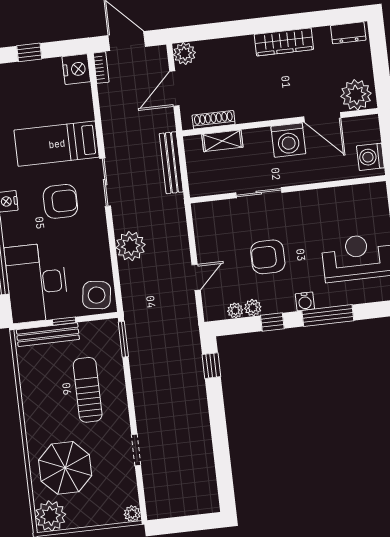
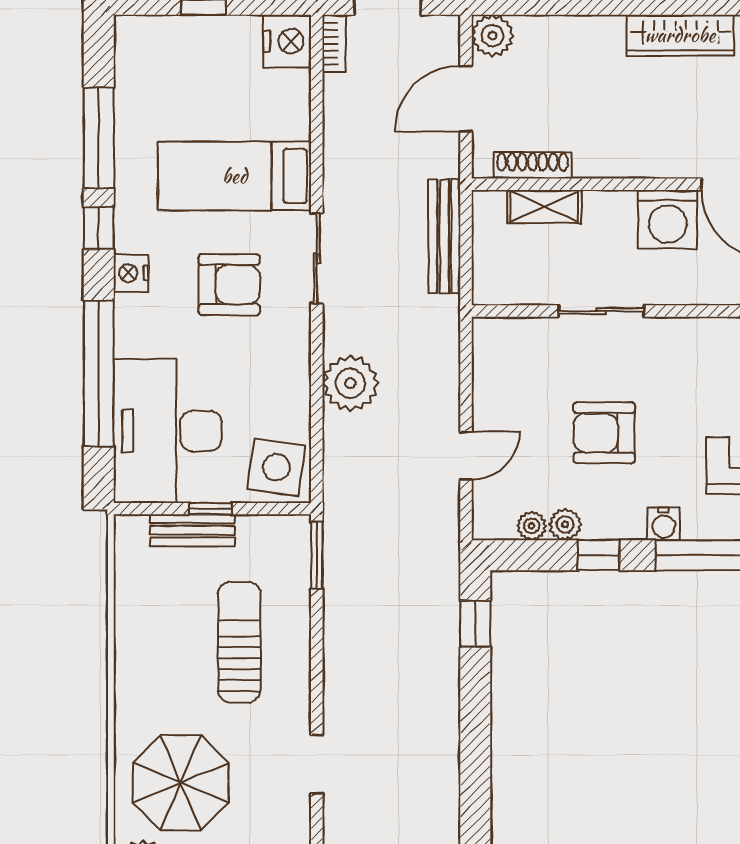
bench: (48, 335) -> (192, 530), width x0.73

